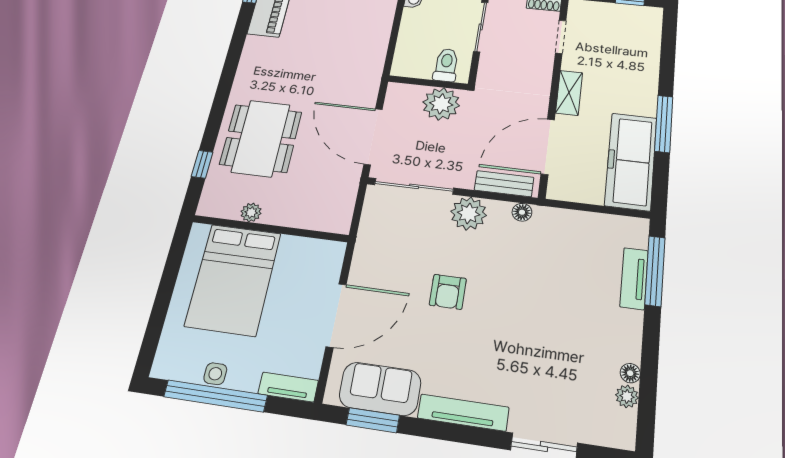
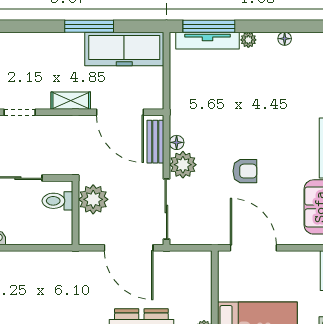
door: (373, 137) -> (129, 248), hinge flipped
floor lamp: (522, 212) -> (177, 142), moved
tv unit: (634, 278) -> (207, 41), width x1.41
door: (336, 315) -> (253, 248), moved
plant: (627, 396) -> (248, 40), moved

